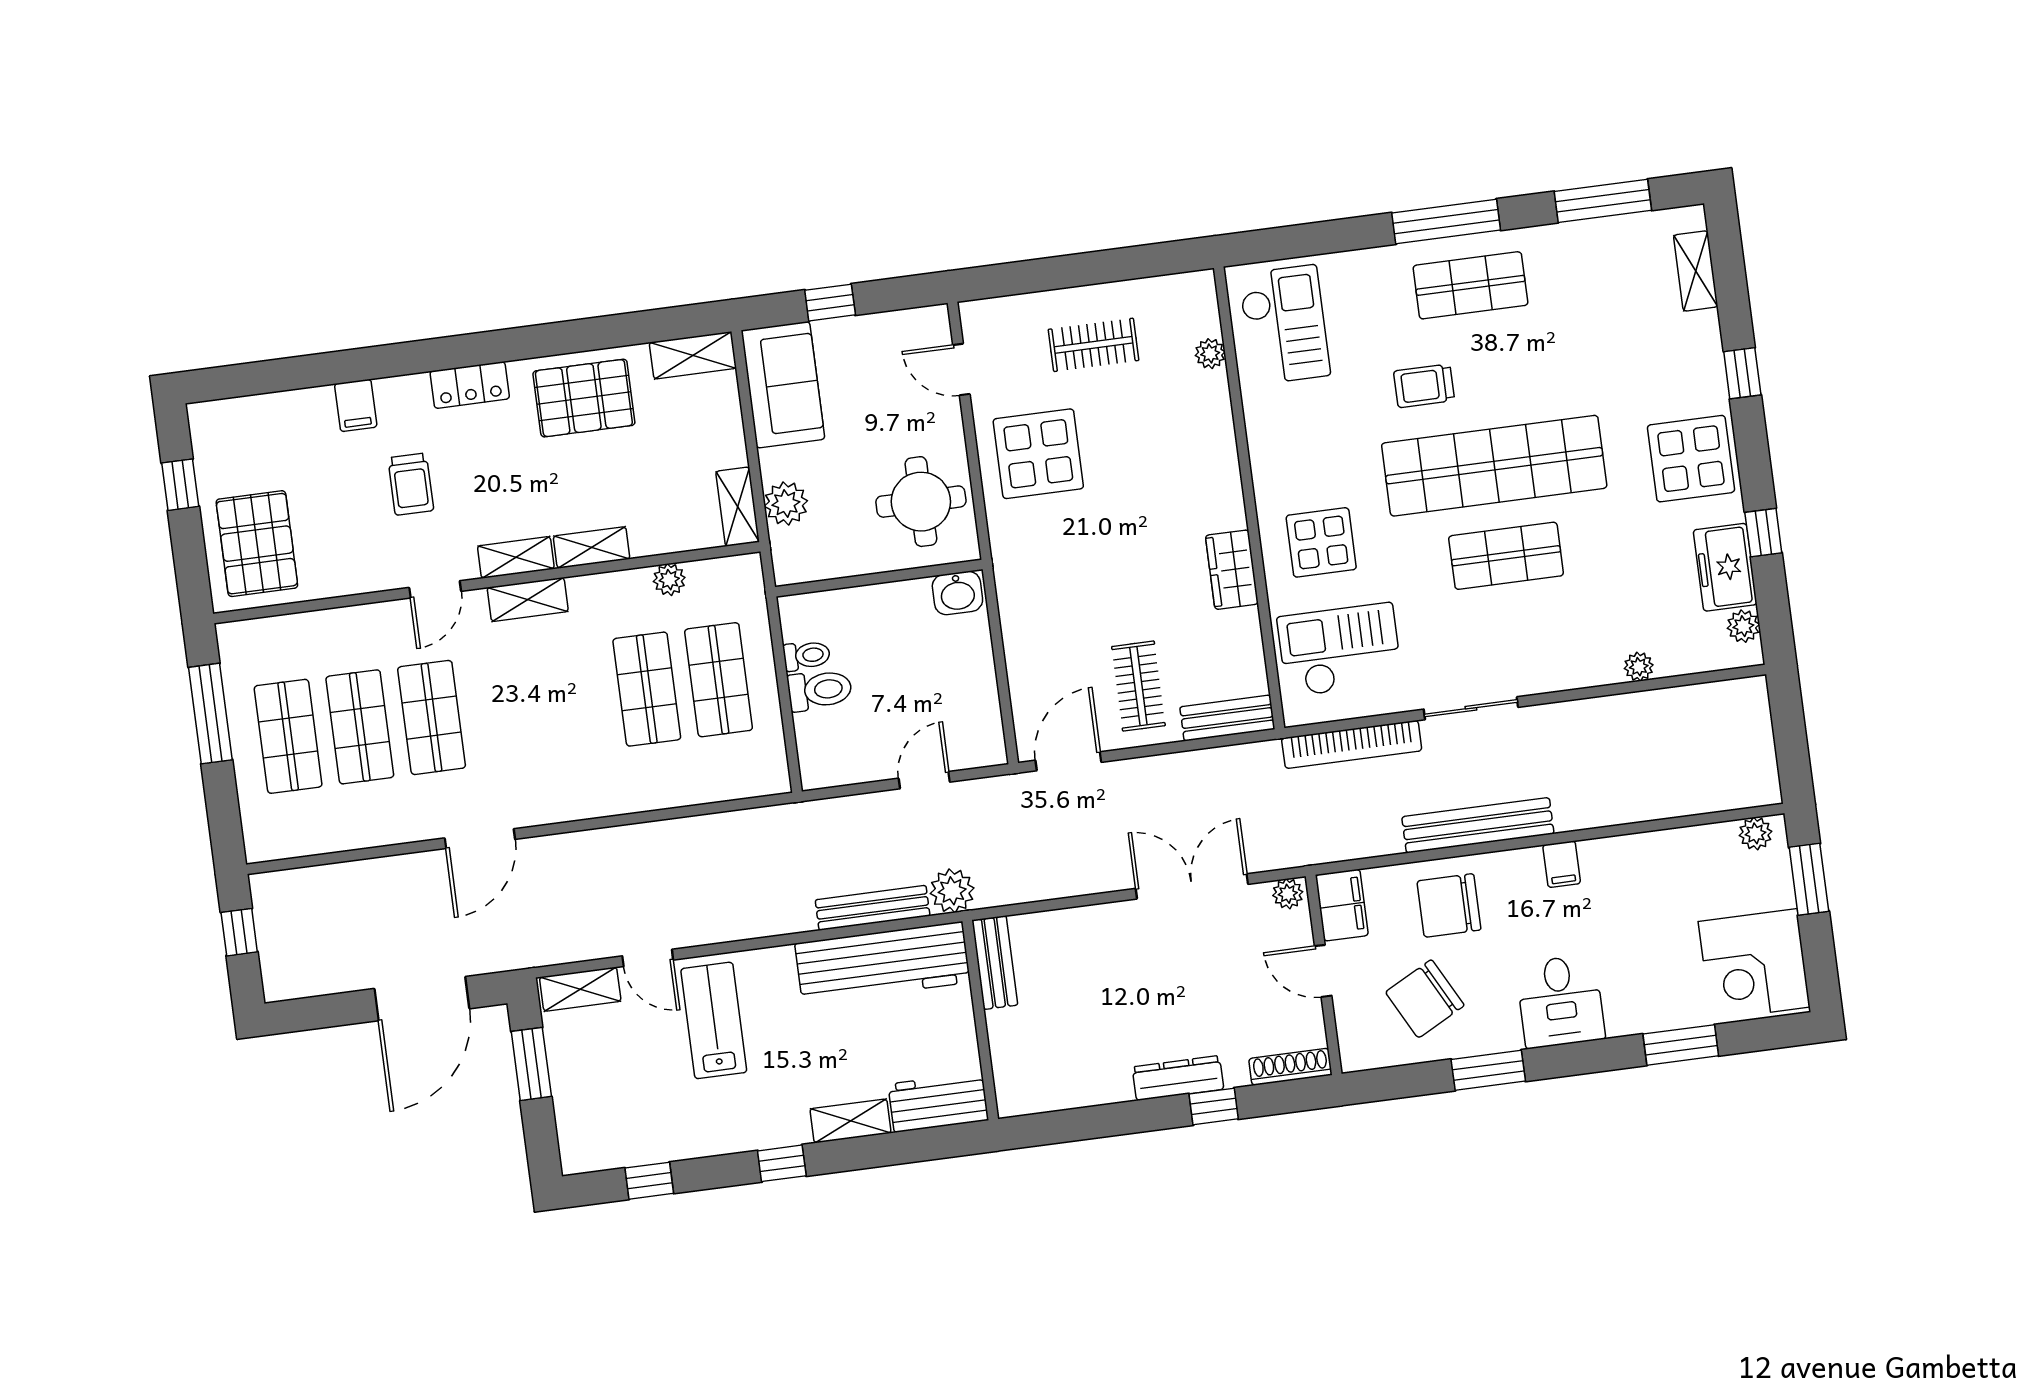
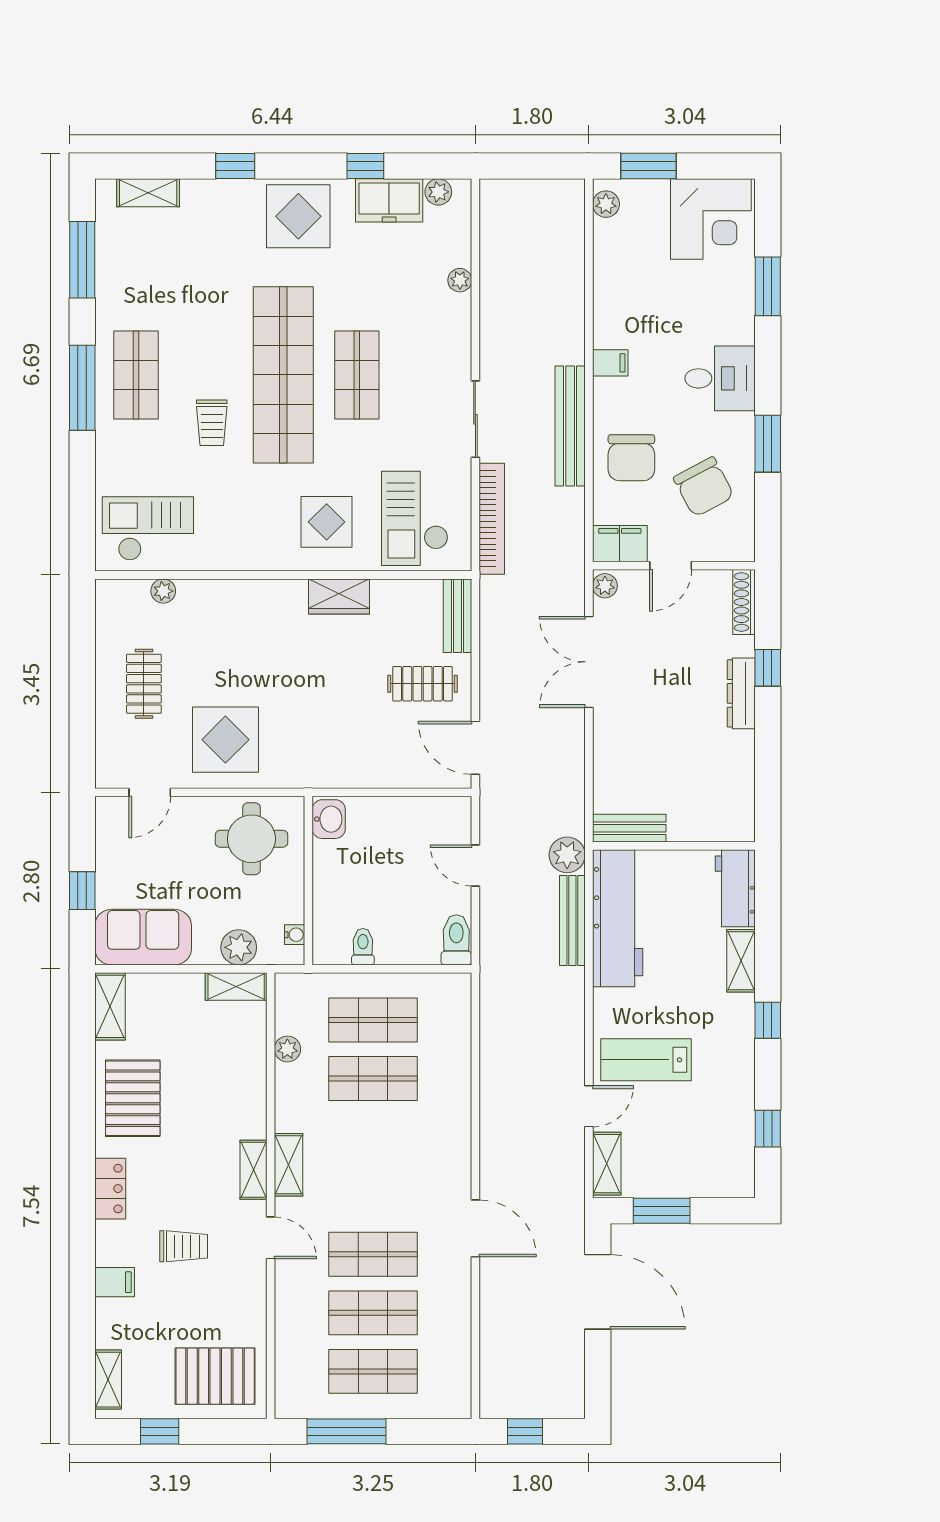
shelving: (592, 547) -> (108, 1380), moved
water cooler: (810, 570) -> (295, 935), added
toilet: (820, 690) -> (456, 940), moved

